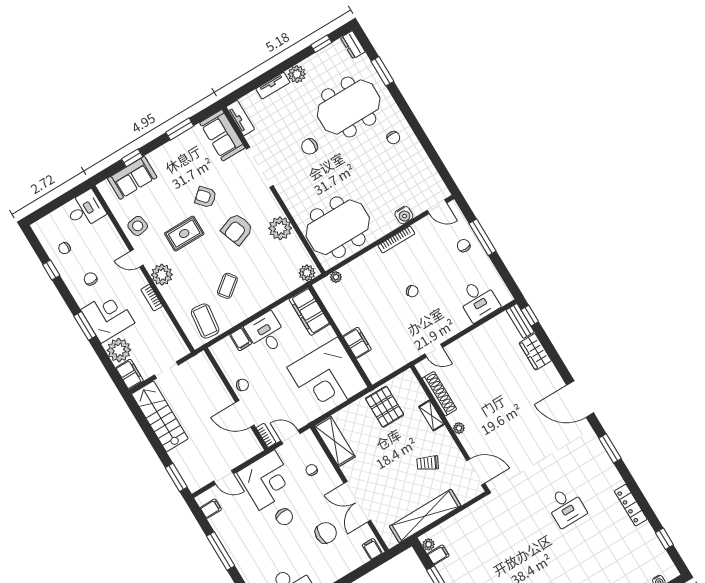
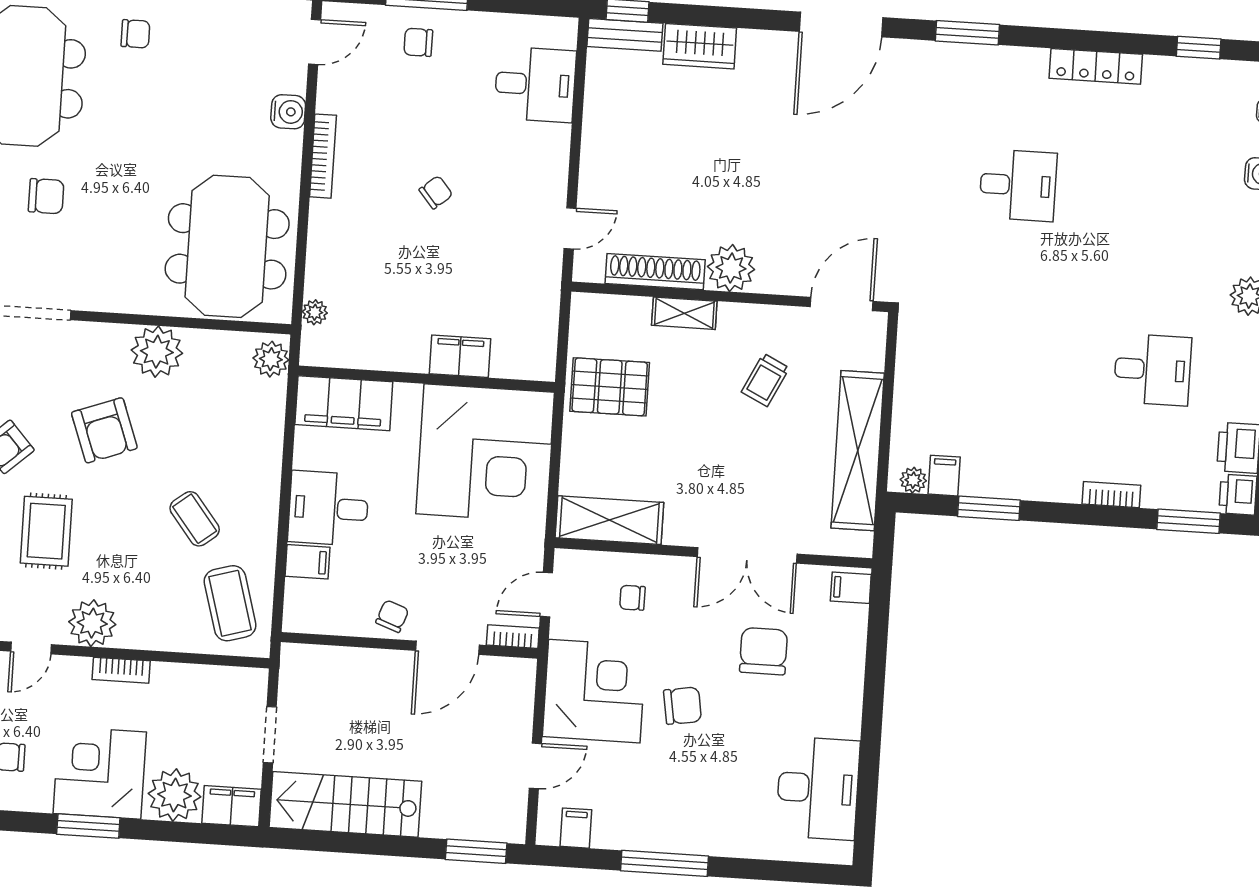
chair: (309, 146) -> (46, 196), turned -90
coffee table: (205, 321) -> (230, 603), turned 67
plant: (459, 428) -> (731, 268), width x1.87, depth x1.87

